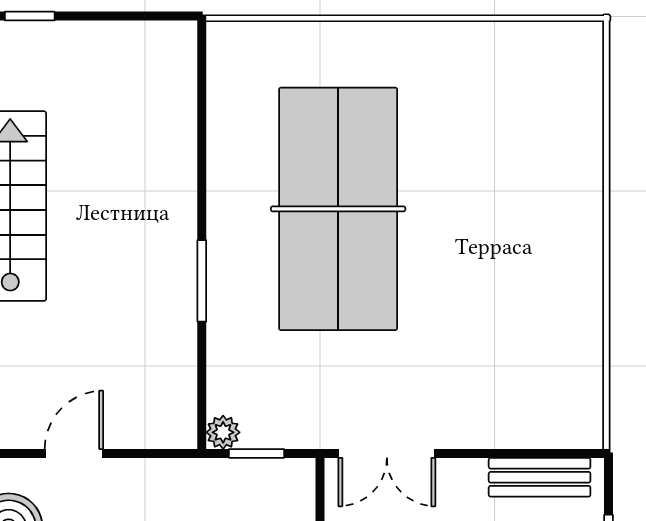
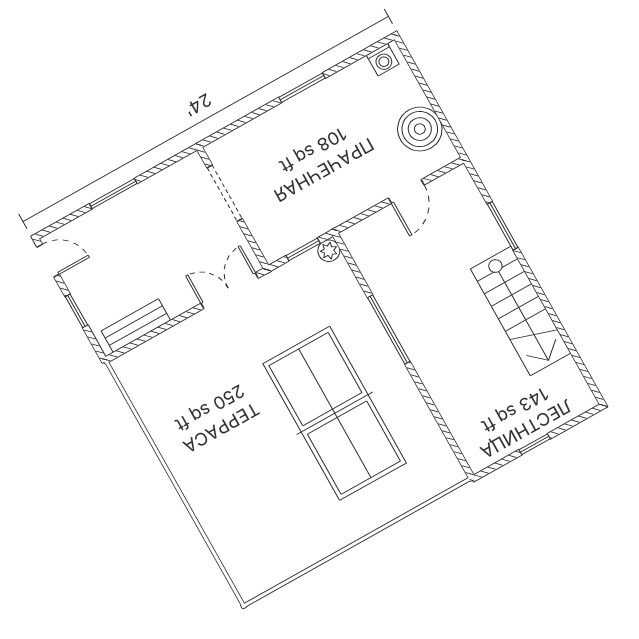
window: (30, 16) -> (535, 444), moved
window: (202, 281) -> (389, 329), width x1.44

